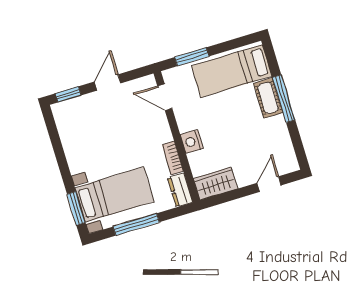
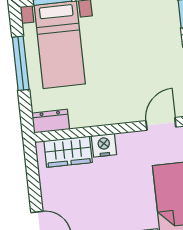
bookcase: (173, 158) -> (89, 120), removed
wardrobe: (215, 184) -> (68, 152), moved, turned 90

